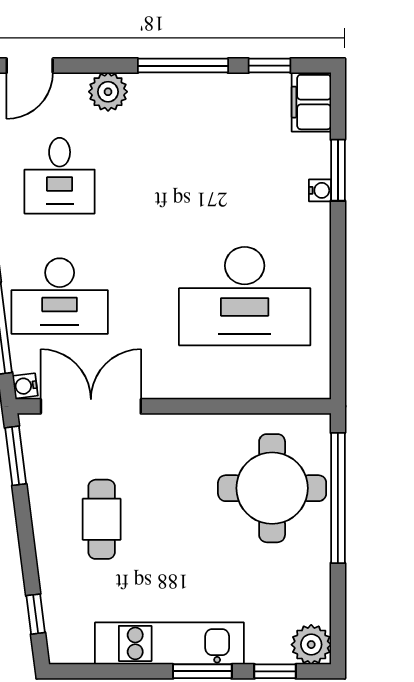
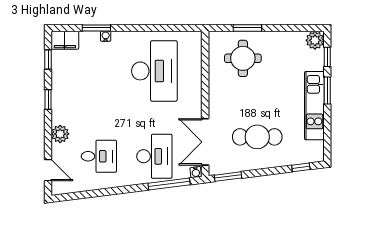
window: (183, 66) -> (48, 99), width x0.46
round table: (272, 488) -> (243, 58), width x0.73, depth x0.73
window: (338, 498) -> (247, 28), width x0.47
cafe table: (102, 519) -> (257, 137), width x1.37, depth x1.35

